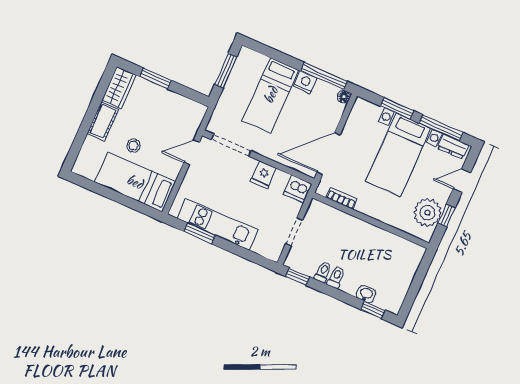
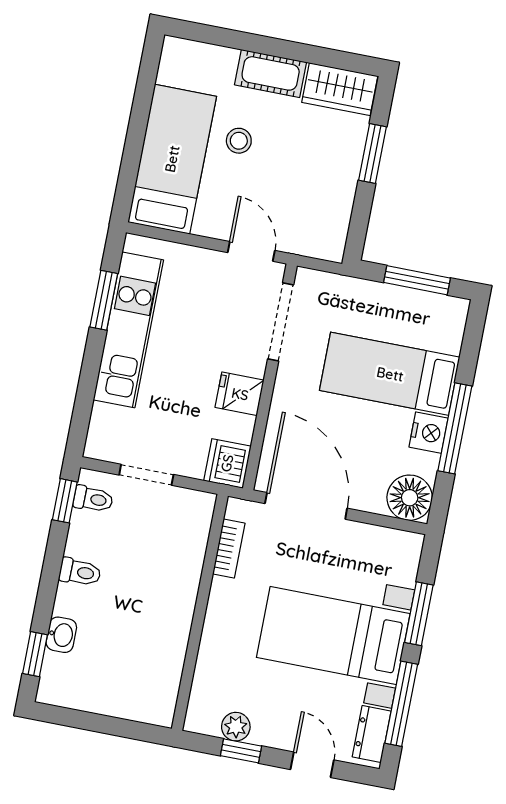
window: (324, 76) -> (455, 428), moved
floor lamp: (344, 97) -> (410, 498), width x1.89, depth x1.89
plant: (427, 213) -> (236, 727), width x0.53, depth x0.53
toilet: (323, 272) -> (93, 499), moved

